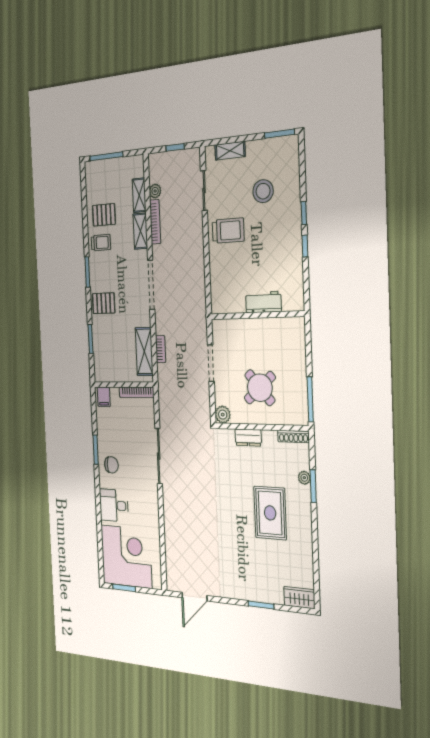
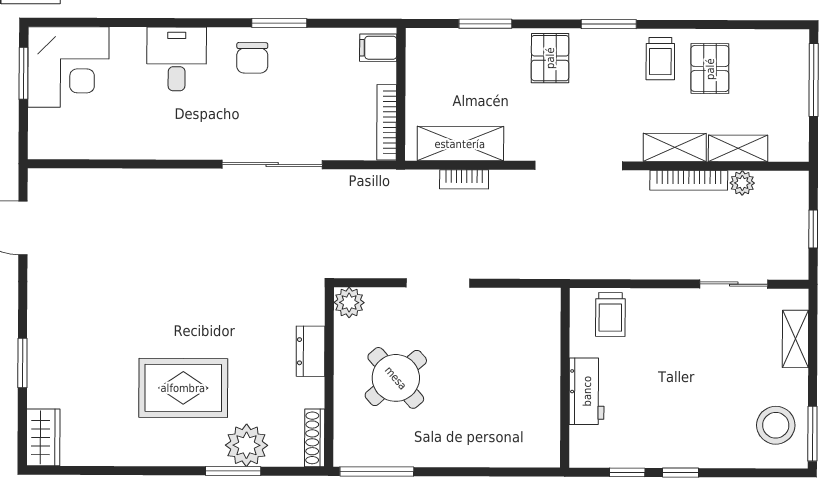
stool: (263, 191) -> (776, 425), moved
trolley: (228, 231) -> (610, 315), moved, width x0.73, depth x0.72
workbench: (263, 302) -> (587, 391), moved
wall: (257, 315) -> (565, 378), moved
plant: (304, 478) -> (246, 445), width x1.87, depth x1.87
corner desk: (126, 556) -> (68, 67), width x0.74, depth x0.74

